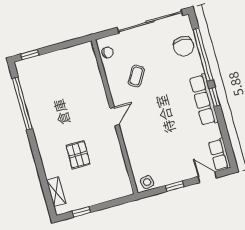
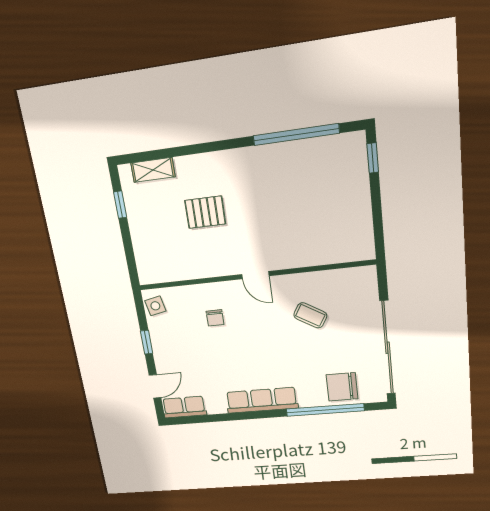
chair: (108, 53) -> (215, 318), moved
window: (215, 97) -> (263, 414), removed

